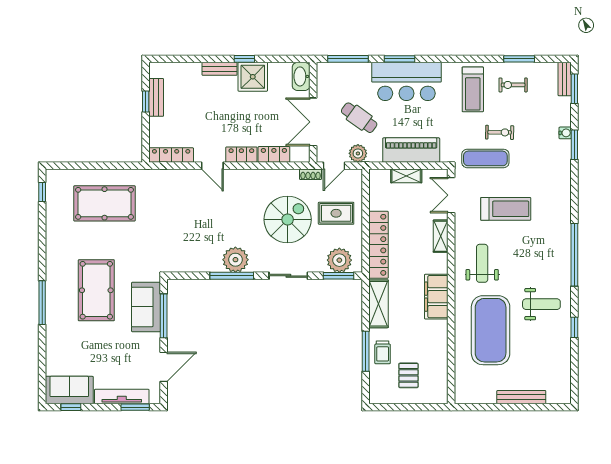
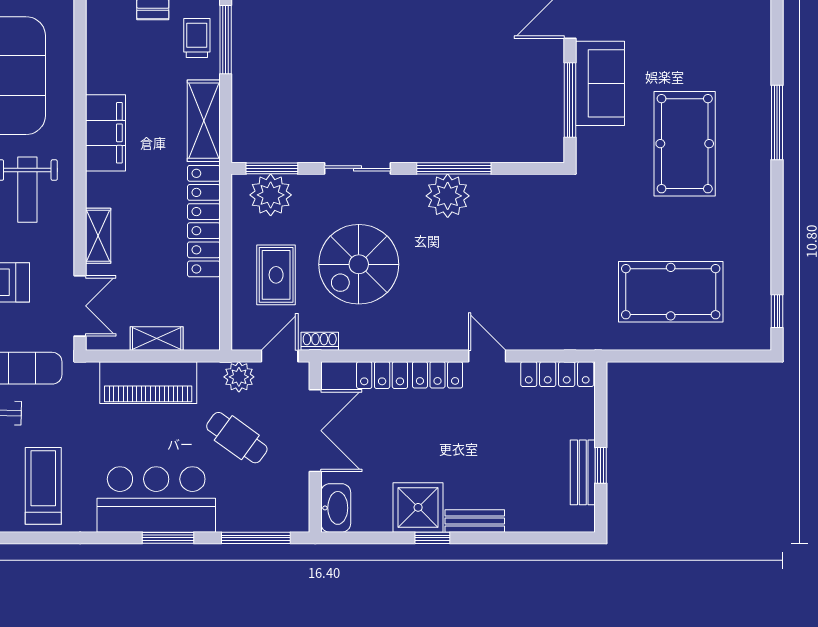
rug: (336, 213) -> (276, 275), turned 90
sofa: (146, 307) -> (600, 83), moved

